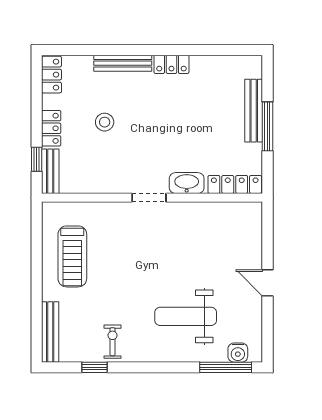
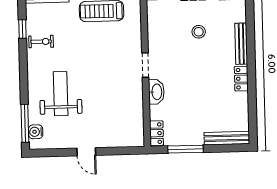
bench: (254, 111) -> (227, 138), moved
window: (267, 126) -> (185, 149), moved
locker: (235, 184) -> (156, 133), width x0.66
door: (267, 283) -> (86, 152), swing flipped

